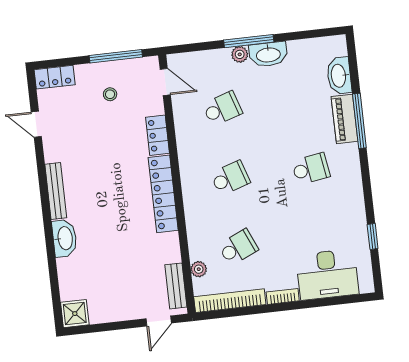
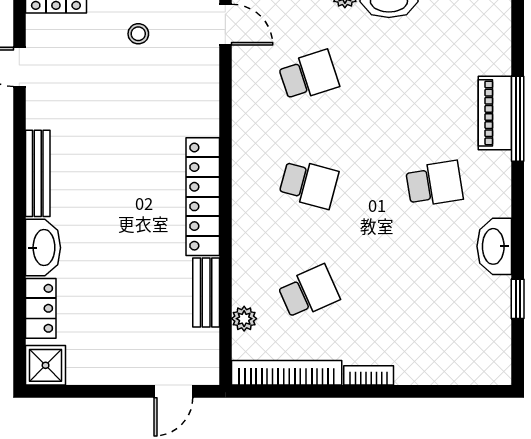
washbasin: (339, 76) -> (494, 246), moved
locker: (158, 135) -> (41, 308), moved, turned 180
school desk: (230, 178) -> (309, 184), turned 33
desk: (327, 274) -> (441, 349), removed
bench: (176, 286) -> (206, 293), moved

